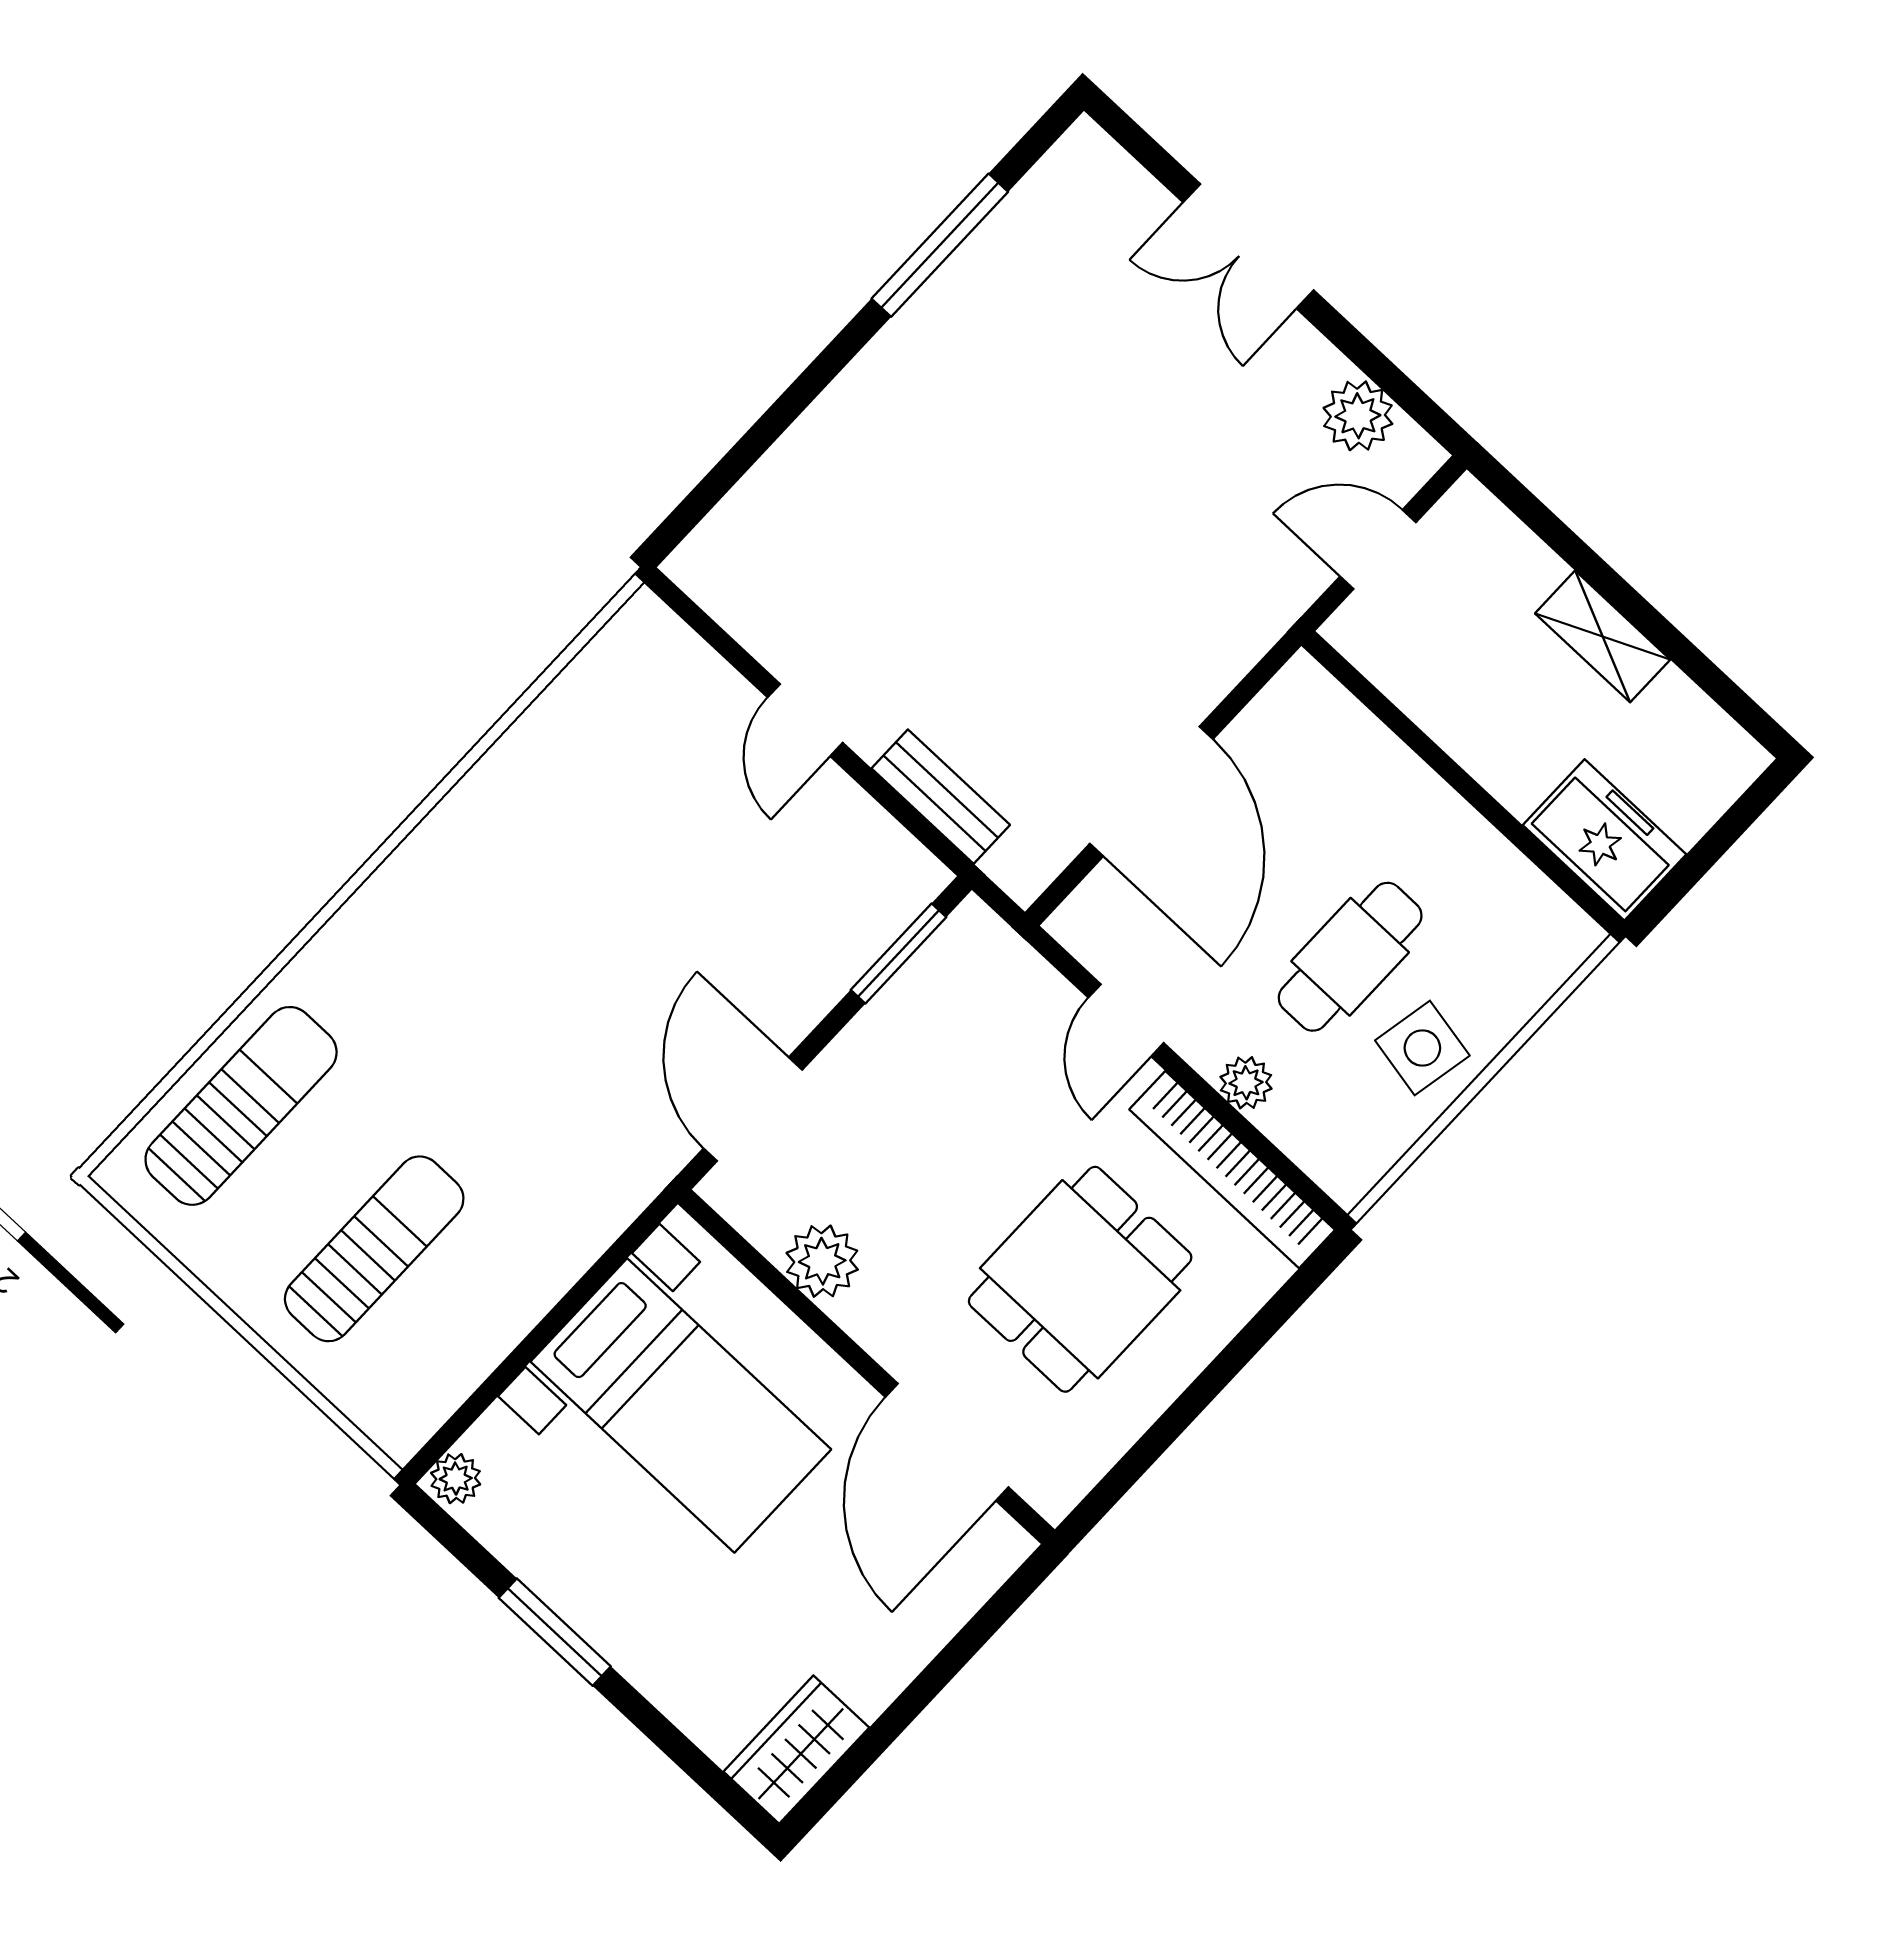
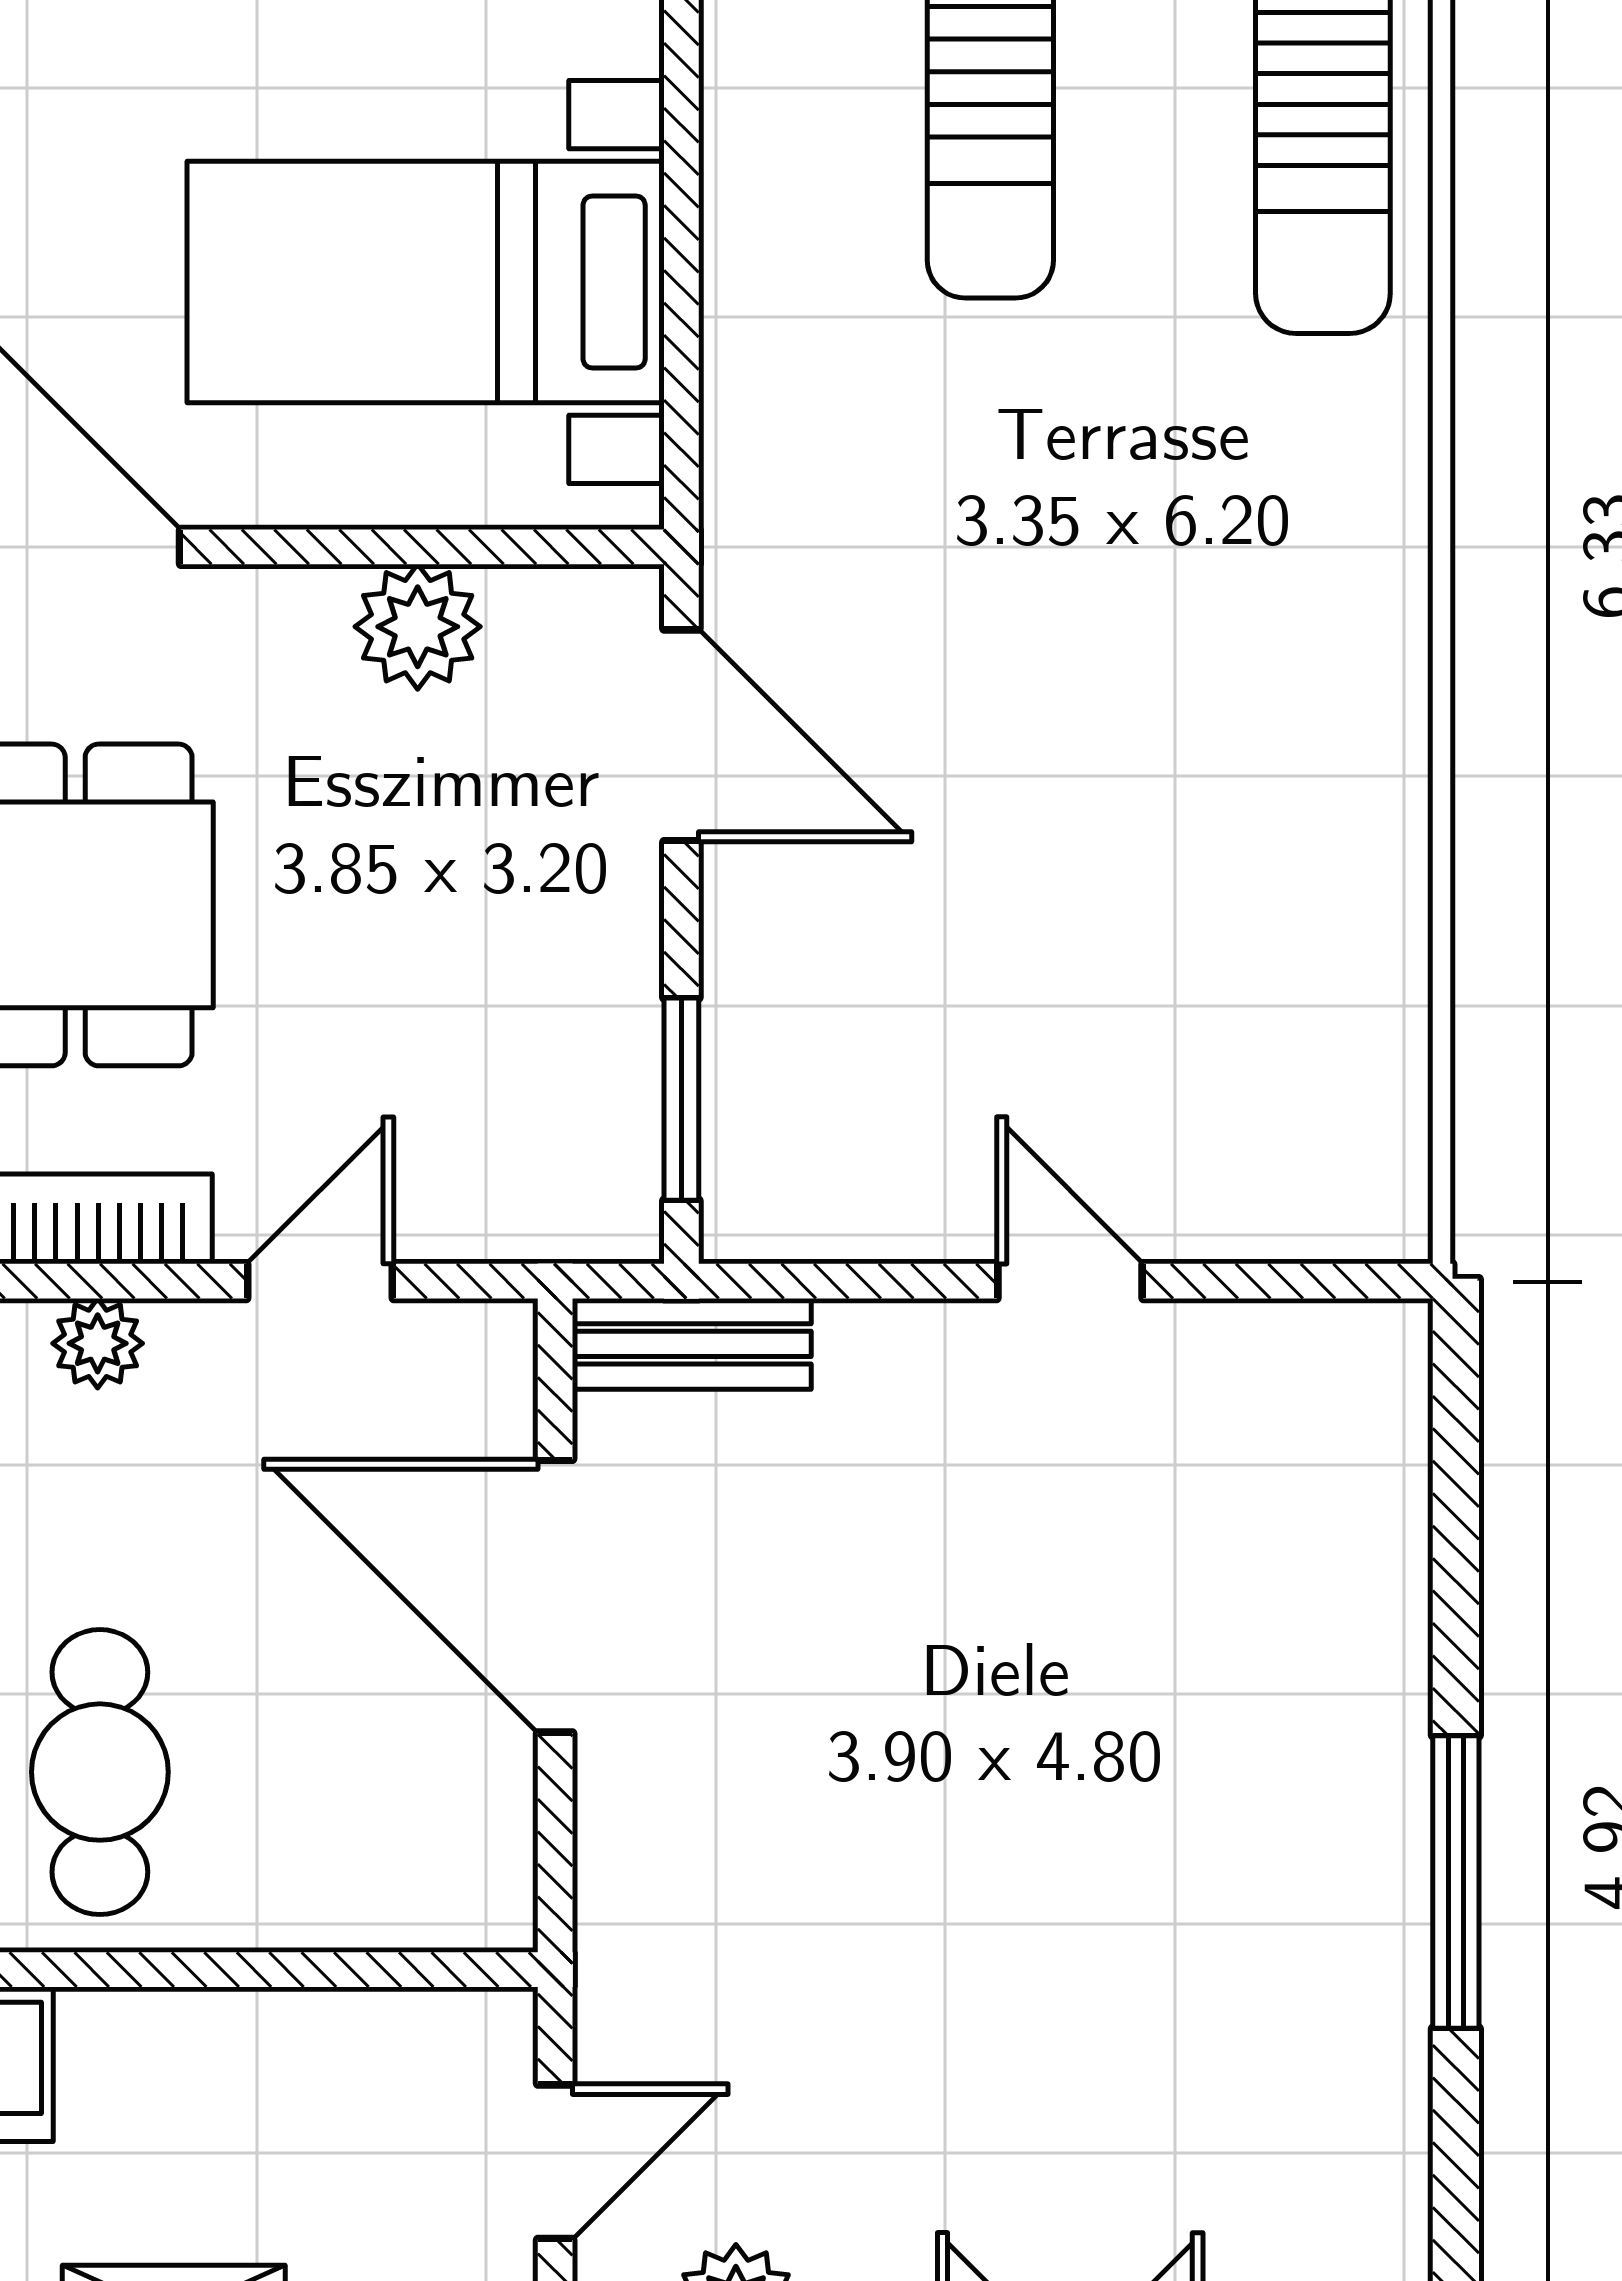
window: (940, 245) -> (1456, 1882), moved
bench: (941, 797) -> (692, 1344), moved
cafe table: (1350, 957) -> (100, 1772), moved
door: (1126, 1020) -> (320, 1281), hinge flipped

